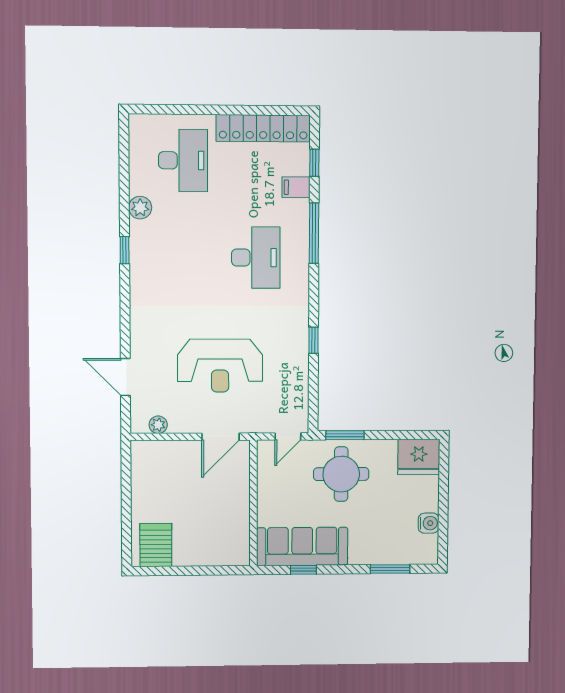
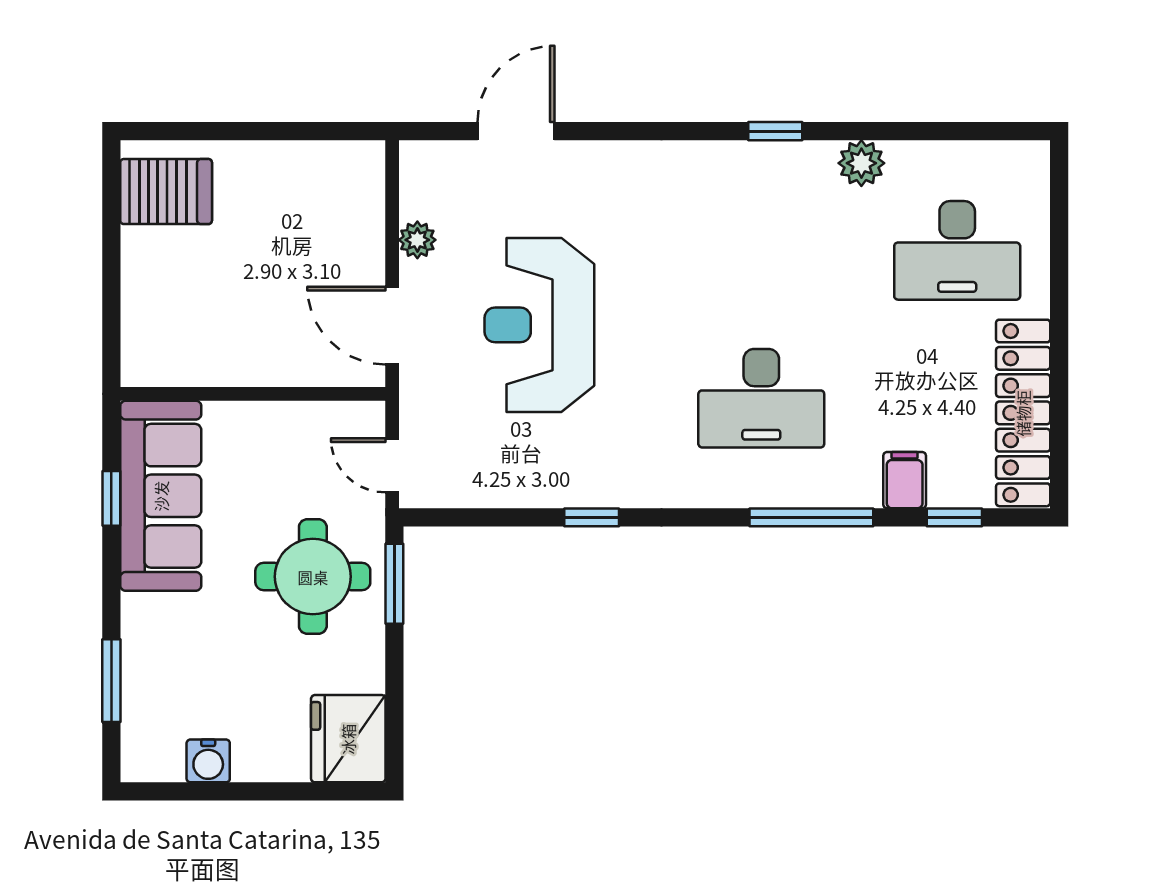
plant: (158, 425) -> (417, 240), moved

